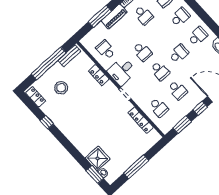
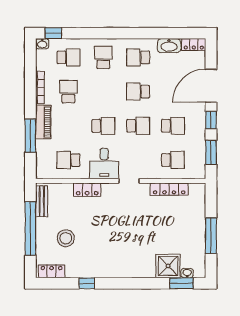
school desk: (144, 15) -> (68, 92), turned -90
school desk: (198, 36) -> (138, 57), turned -90
school desk: (179, 54) -> (138, 92), turned -90

